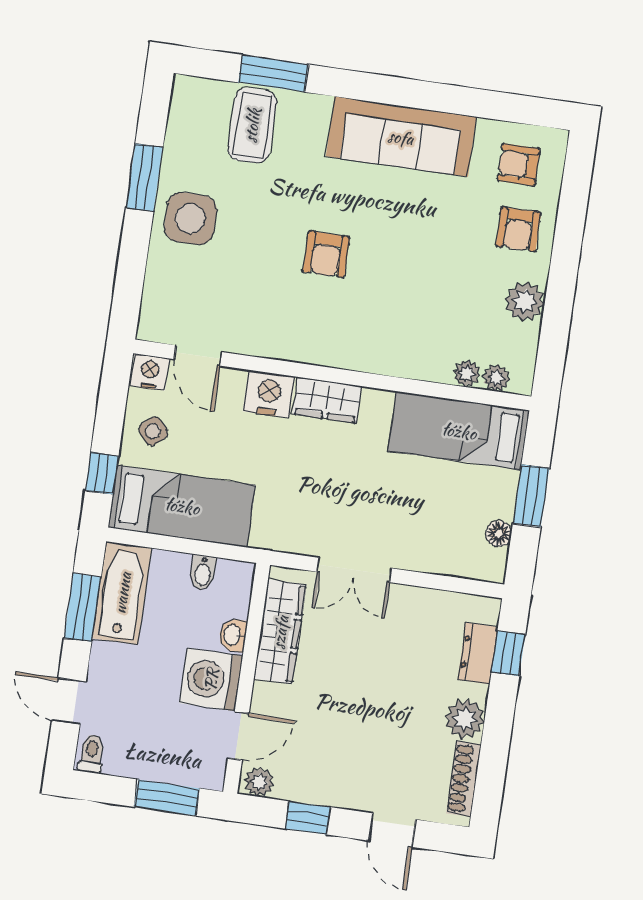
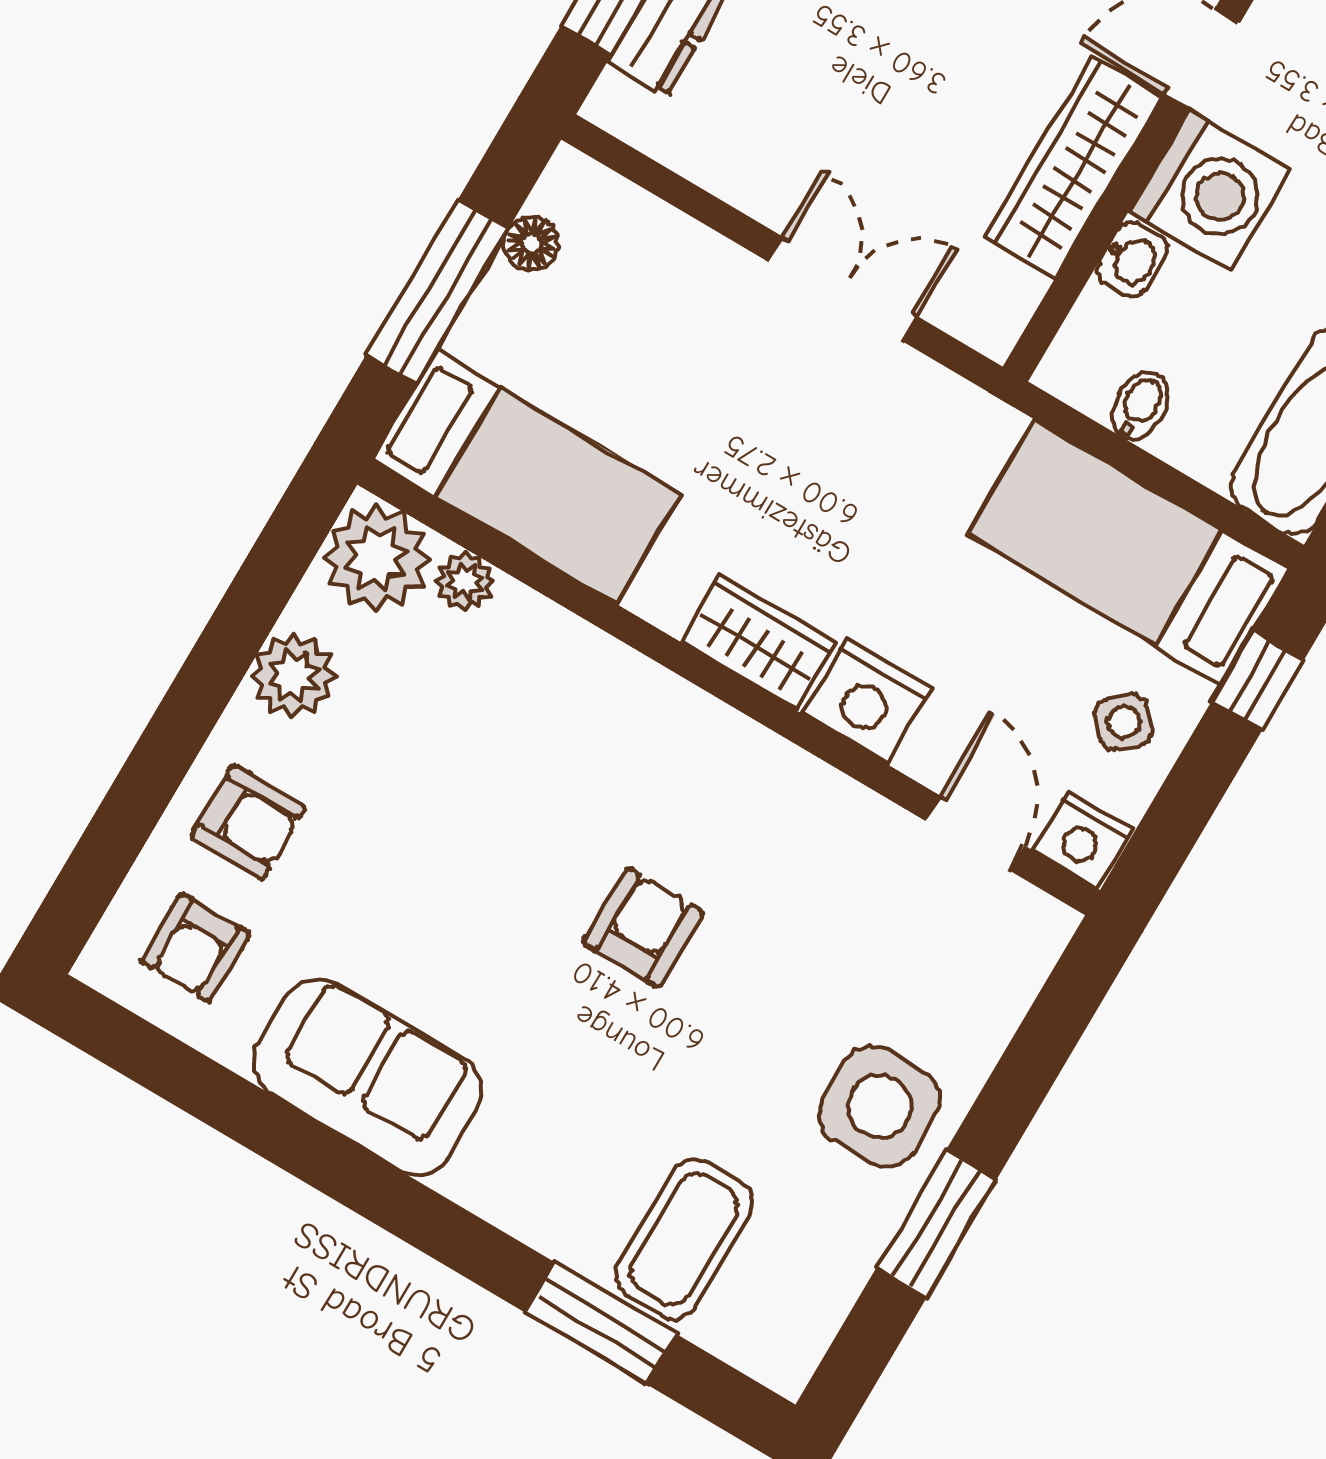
sofa: (401, 137) -> (367, 1077), width x0.73
armchair: (519, 165) -> (196, 948), turned 90
armchair: (518, 229) -> (248, 822), turned 90
plant: (496, 378) -> (377, 558), width x1.87, depth x1.87
window: (531, 496) -> (437, 292), width x1.44
wardrobe: (280, 632) -> (1073, 167), moved

